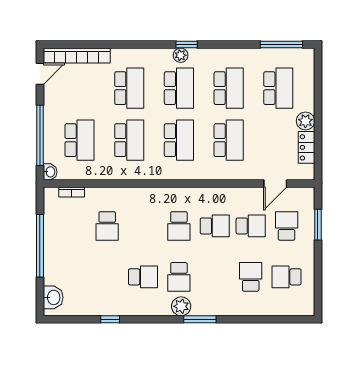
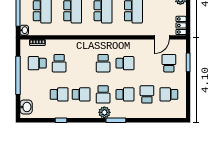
locker: (306, 147) -> (181, 25), moved
school desk: (71, 226) -> (37, 63), added
school desk: (251, 226) -> (125, 94), moved
school desk: (107, 277) -> (59, 94), added

